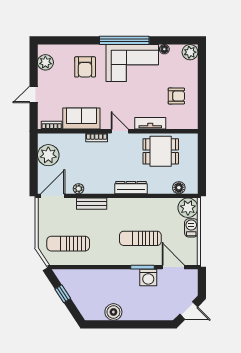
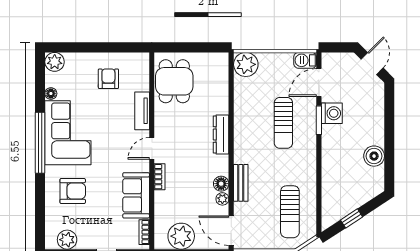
dining table: (161, 151) -> (174, 81), moved
floor lamp: (179, 188) -> (221, 184), moved
barbecue: (191, 228) -> (305, 60), moved

